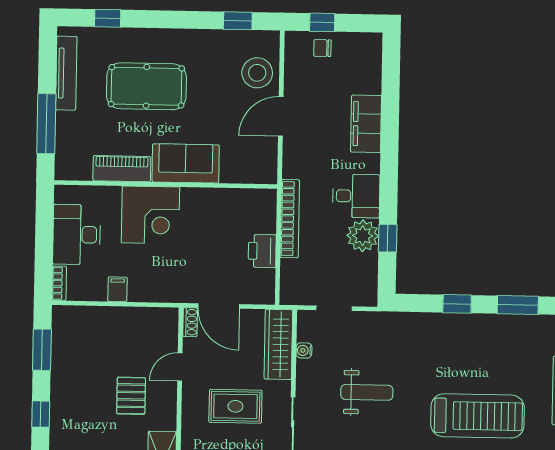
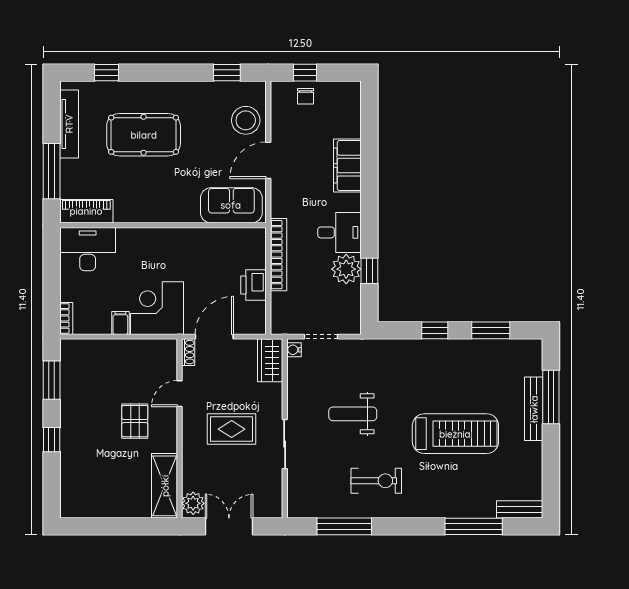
chair: (322, 48) -> (306, 96), turned -90
sofa: (186, 163) -> (231, 205), moved
piano: (122, 169) -> (86, 211), moved
corner desk: (150, 215) -> (157, 308), moved, turned 180
desk: (77, 235) -> (88, 249), moved, turned 90
door: (219, 306) -> (214, 337), swing flipped
wardrobe: (278, 344) -> (270, 360), width x0.67
water cooler: (304, 350) -> (294, 350), moved
weight bench: (367, 392) -> (353, 414), turned 180

